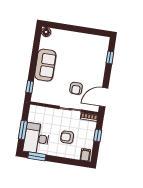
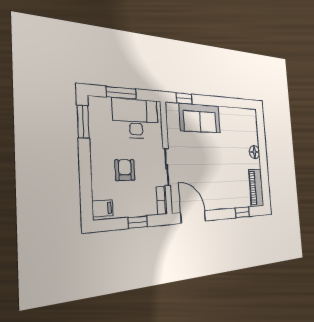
floor lamp: (46, 32) -> (255, 152), moved
piano: (96, 41) -> (256, 188), added
sofa: (45, 65) -> (200, 118), moved
armchair: (76, 88) -> (196, 171), removed
desk: (36, 138) -> (136, 118), moved

